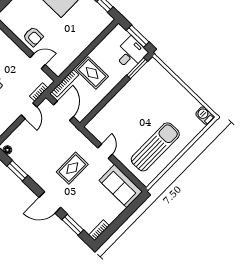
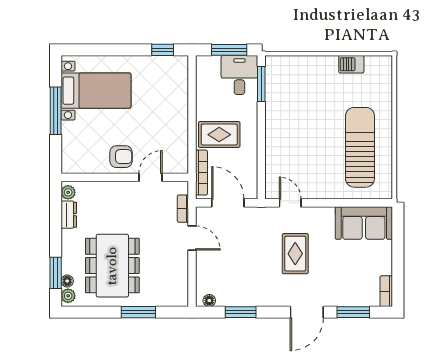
barbecue: (205, 116) -> (351, 64), moved
door: (105, 151) -> (290, 203), moved

